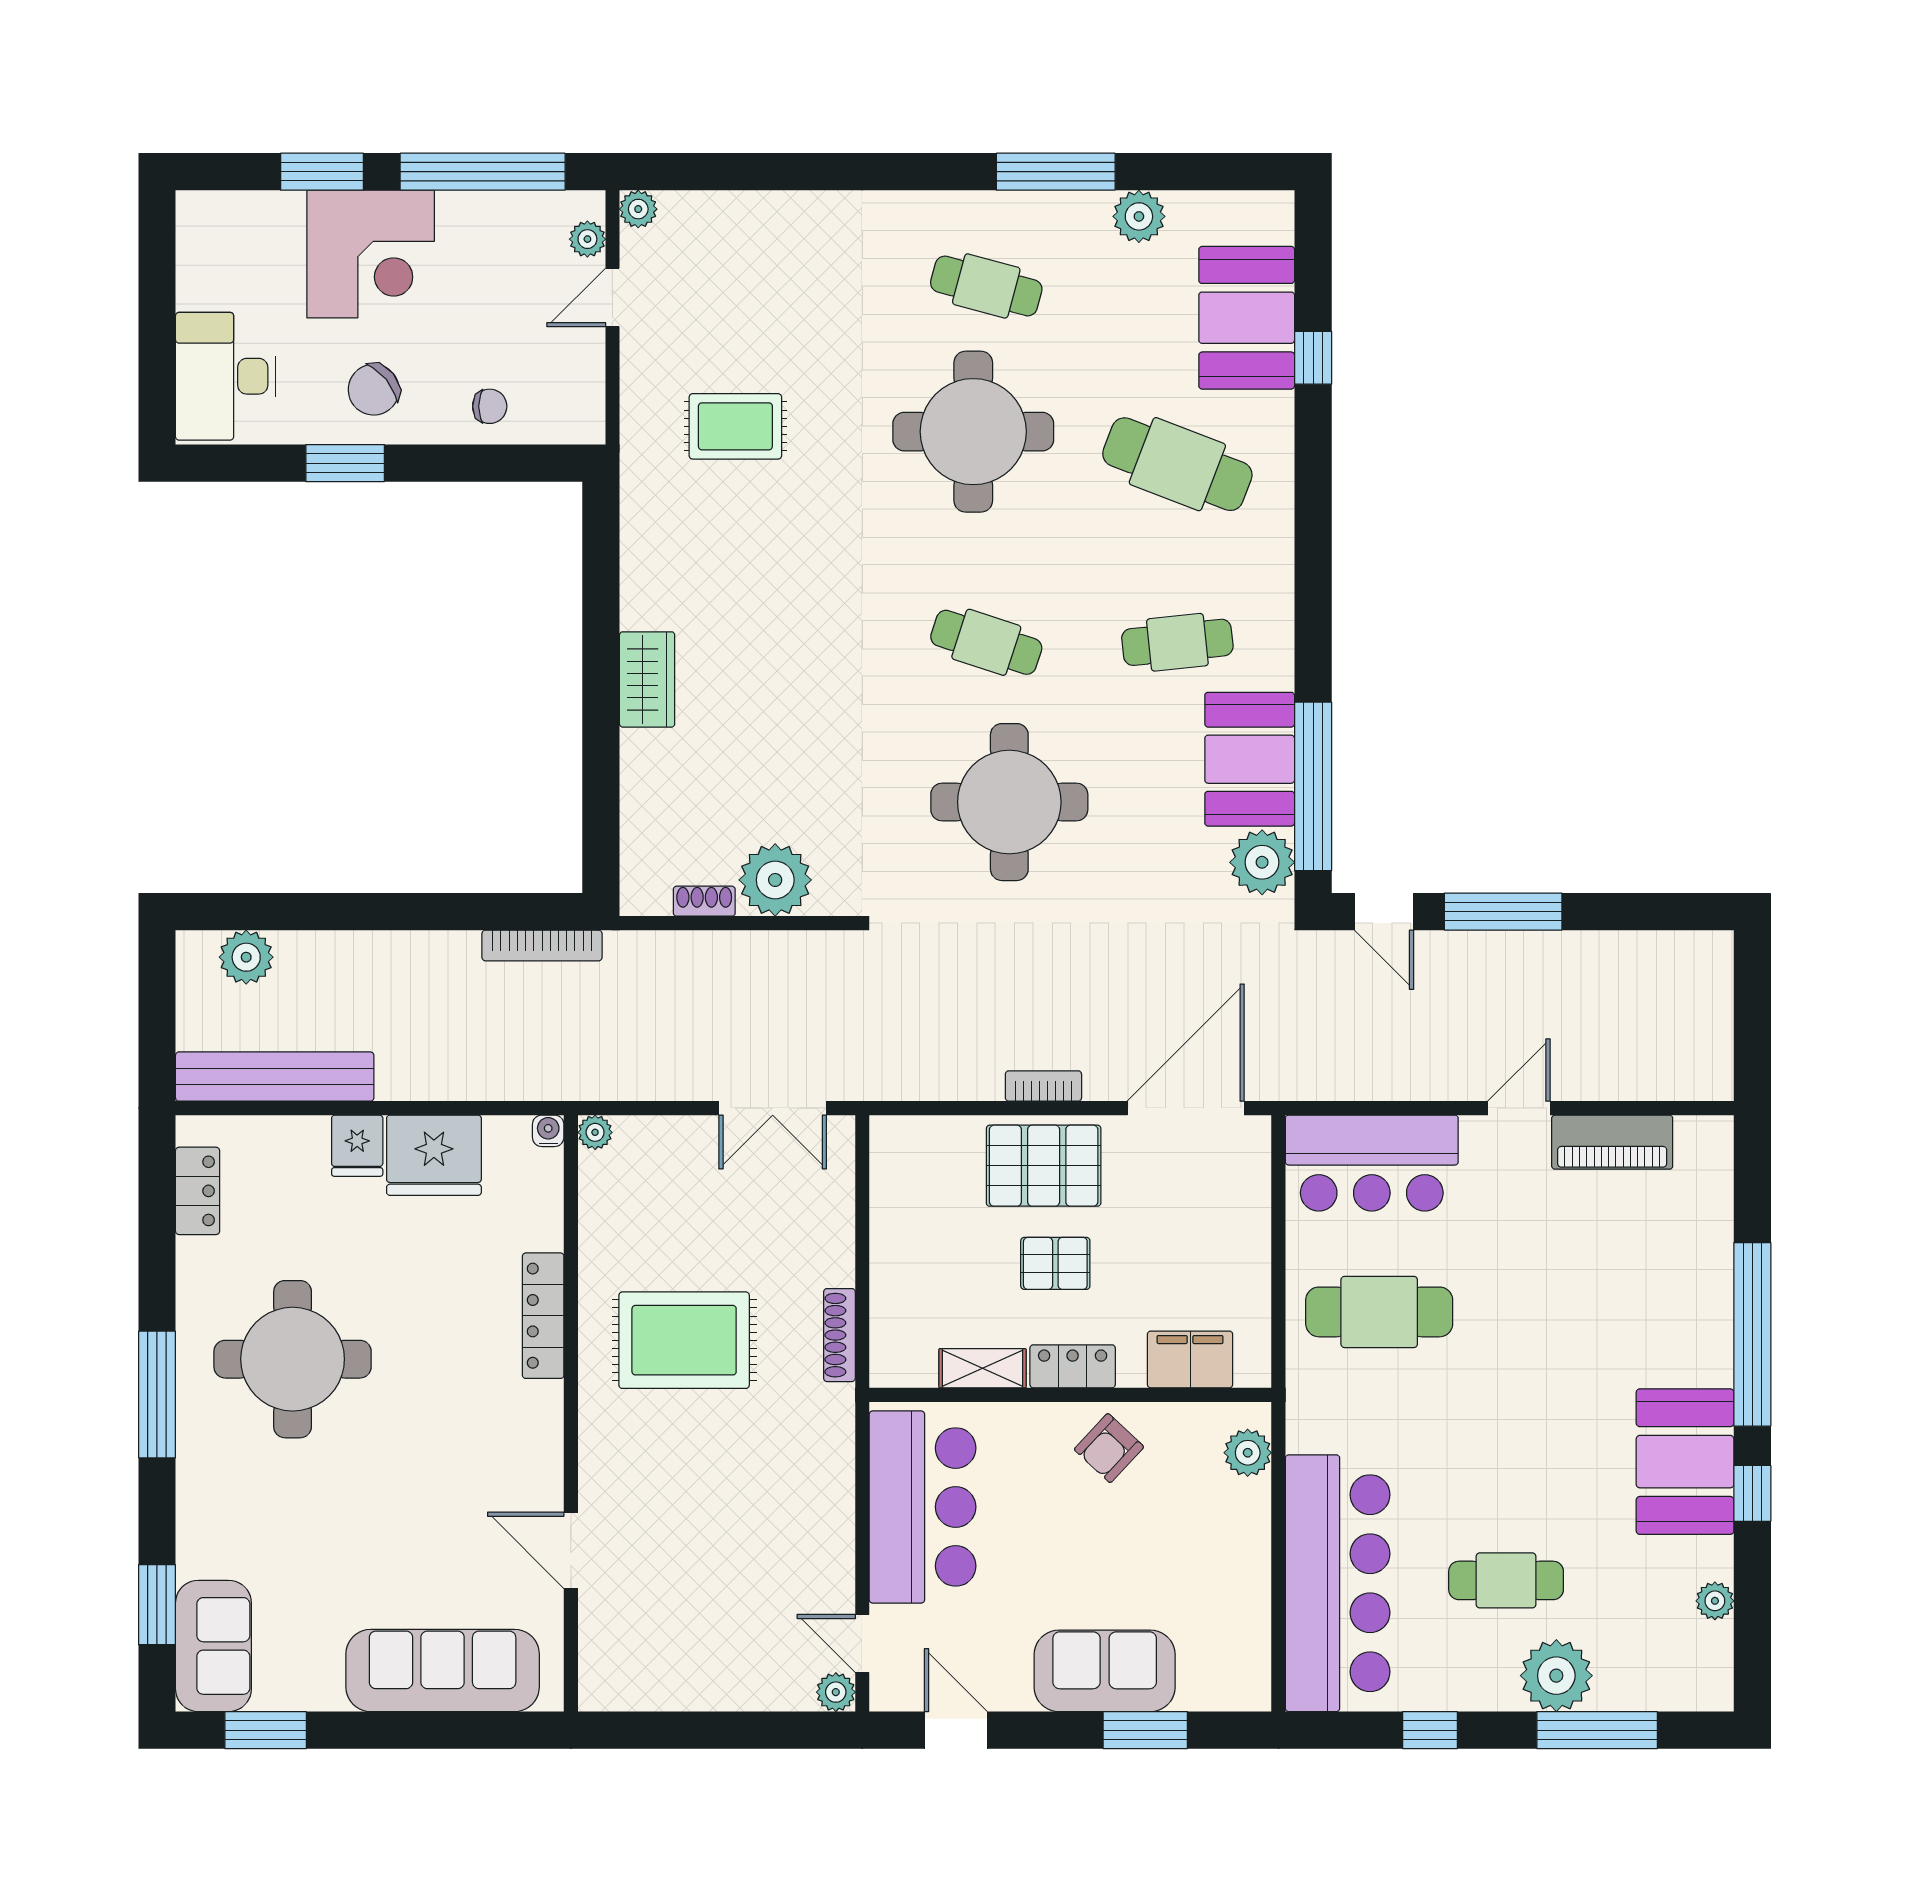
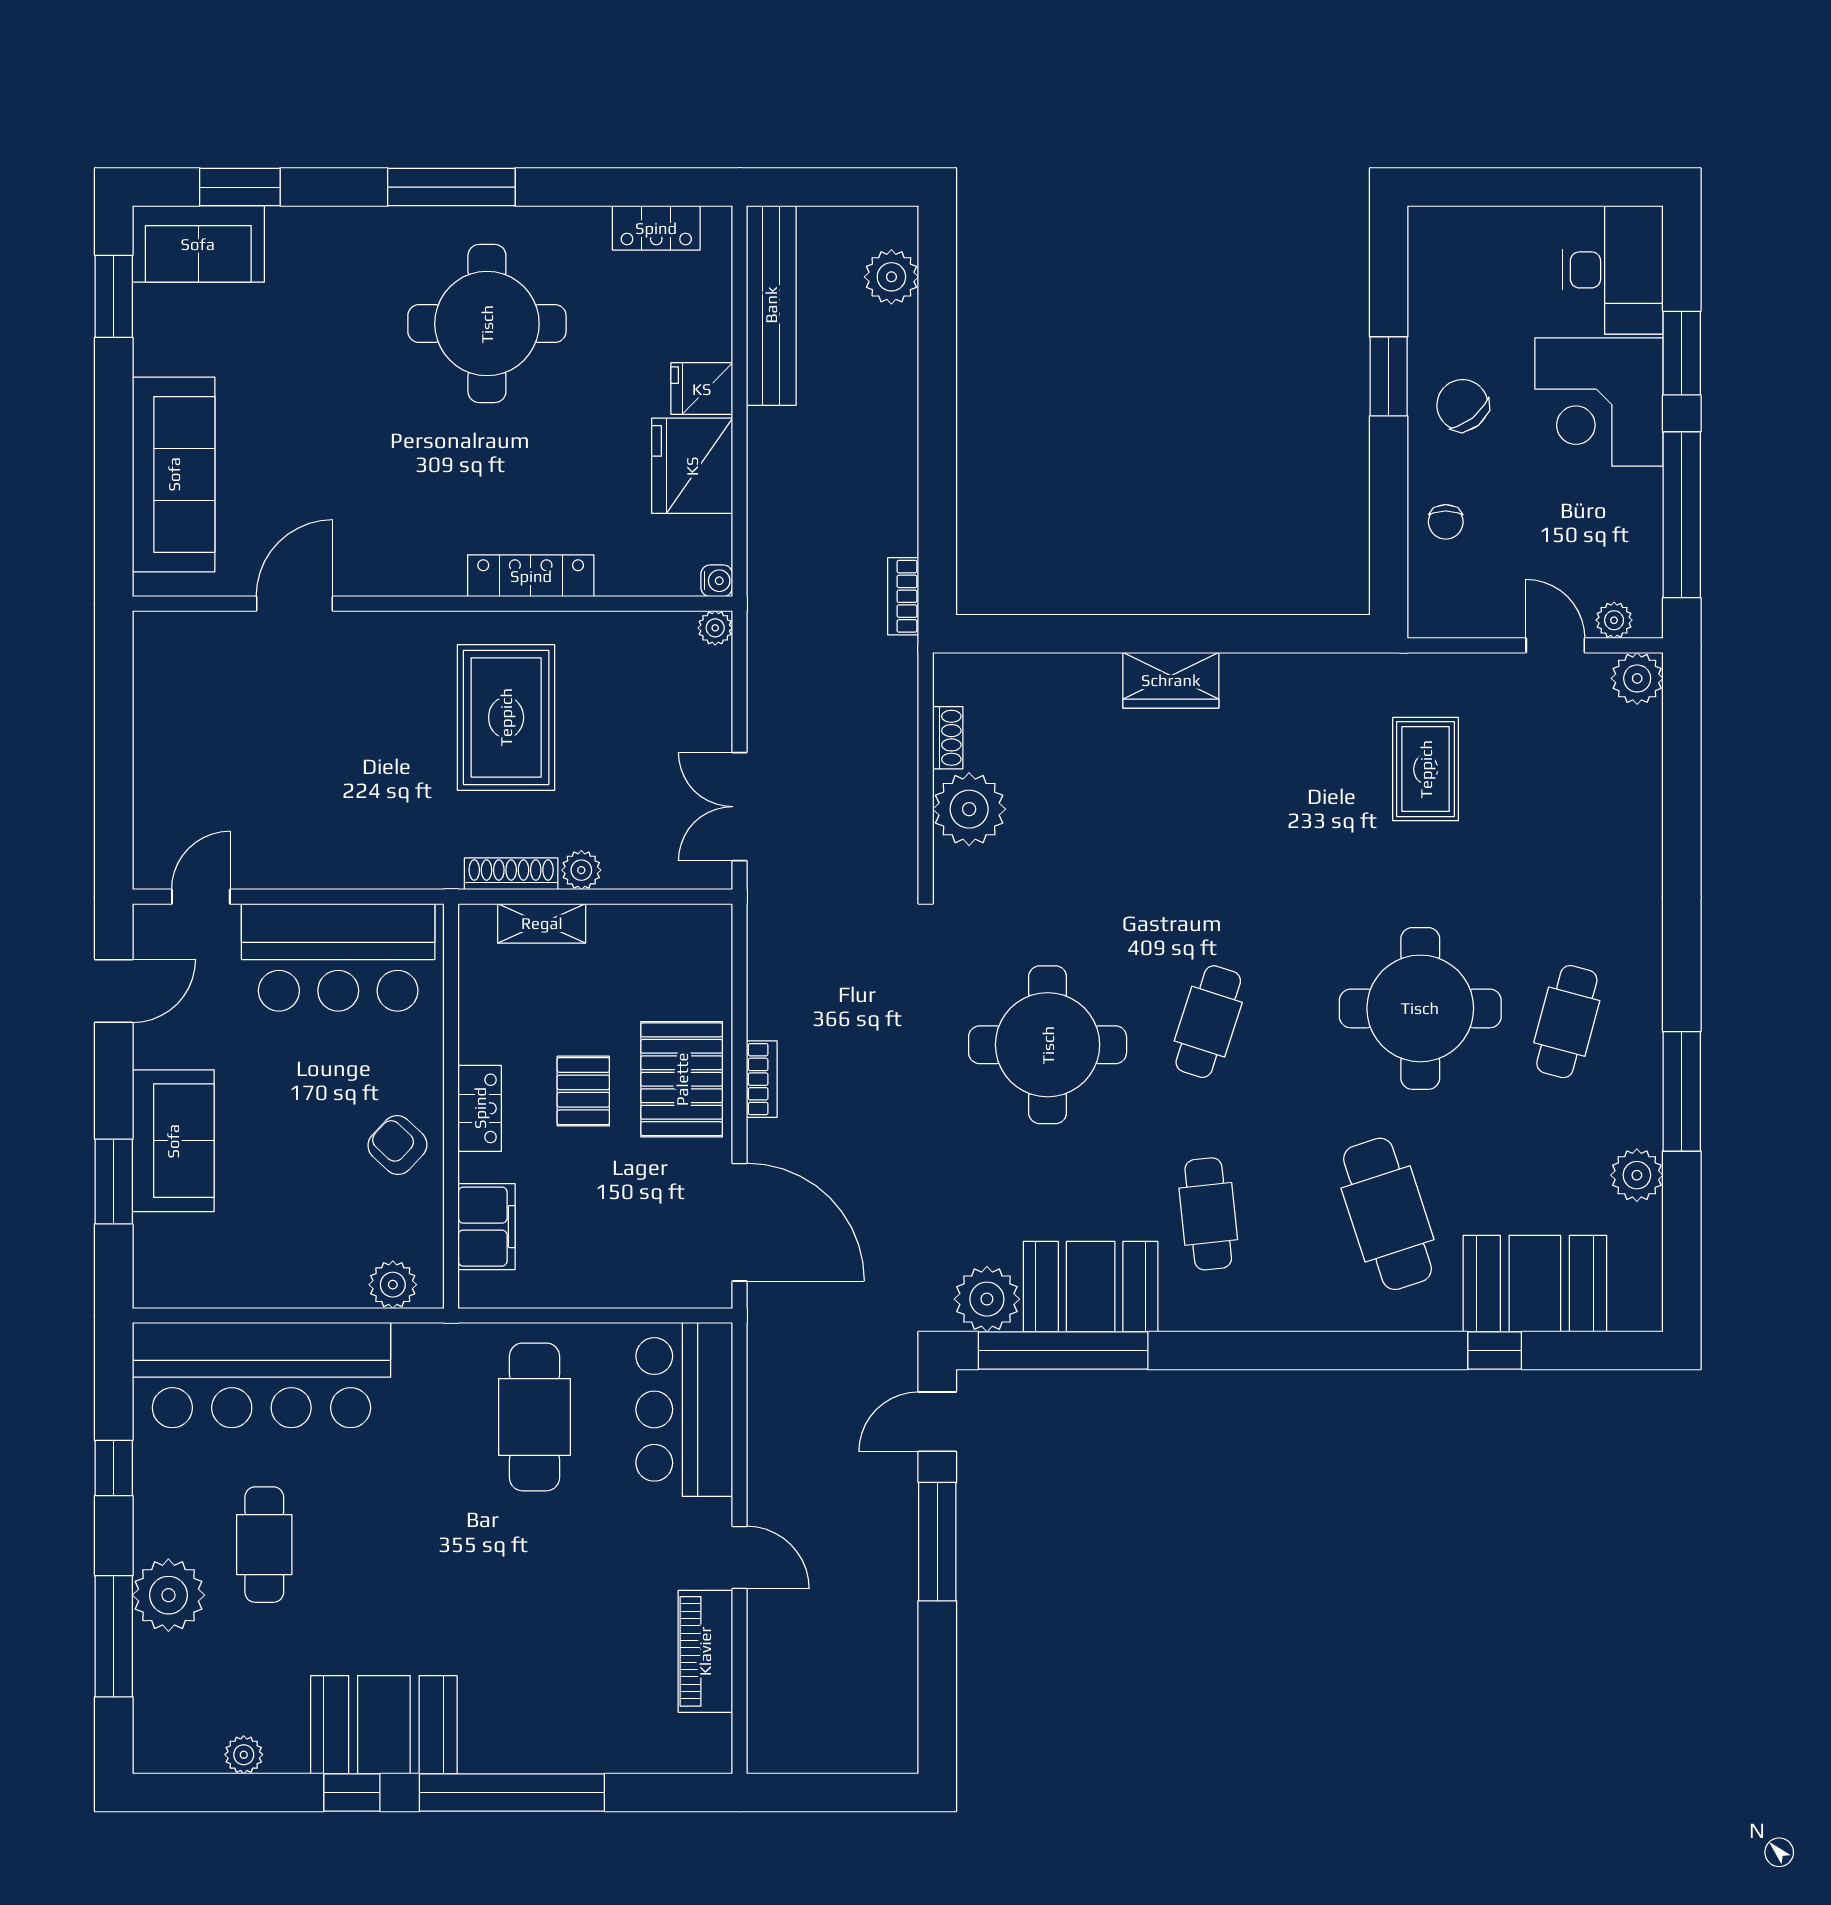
plant: (638, 209) -> (1637, 678), width x1.38, depth x1.38
desk: (226, 376) -> (1613, 270), moved, turned 90
cafe table: (1177, 464) -> (1388, 1214), turned -39
bookcase: (542, 945) -> (903, 596), width x0.64
shelving: (983, 1368) -> (542, 923), moved, turned 90
plant: (836, 1692) -> (581, 870), moved

